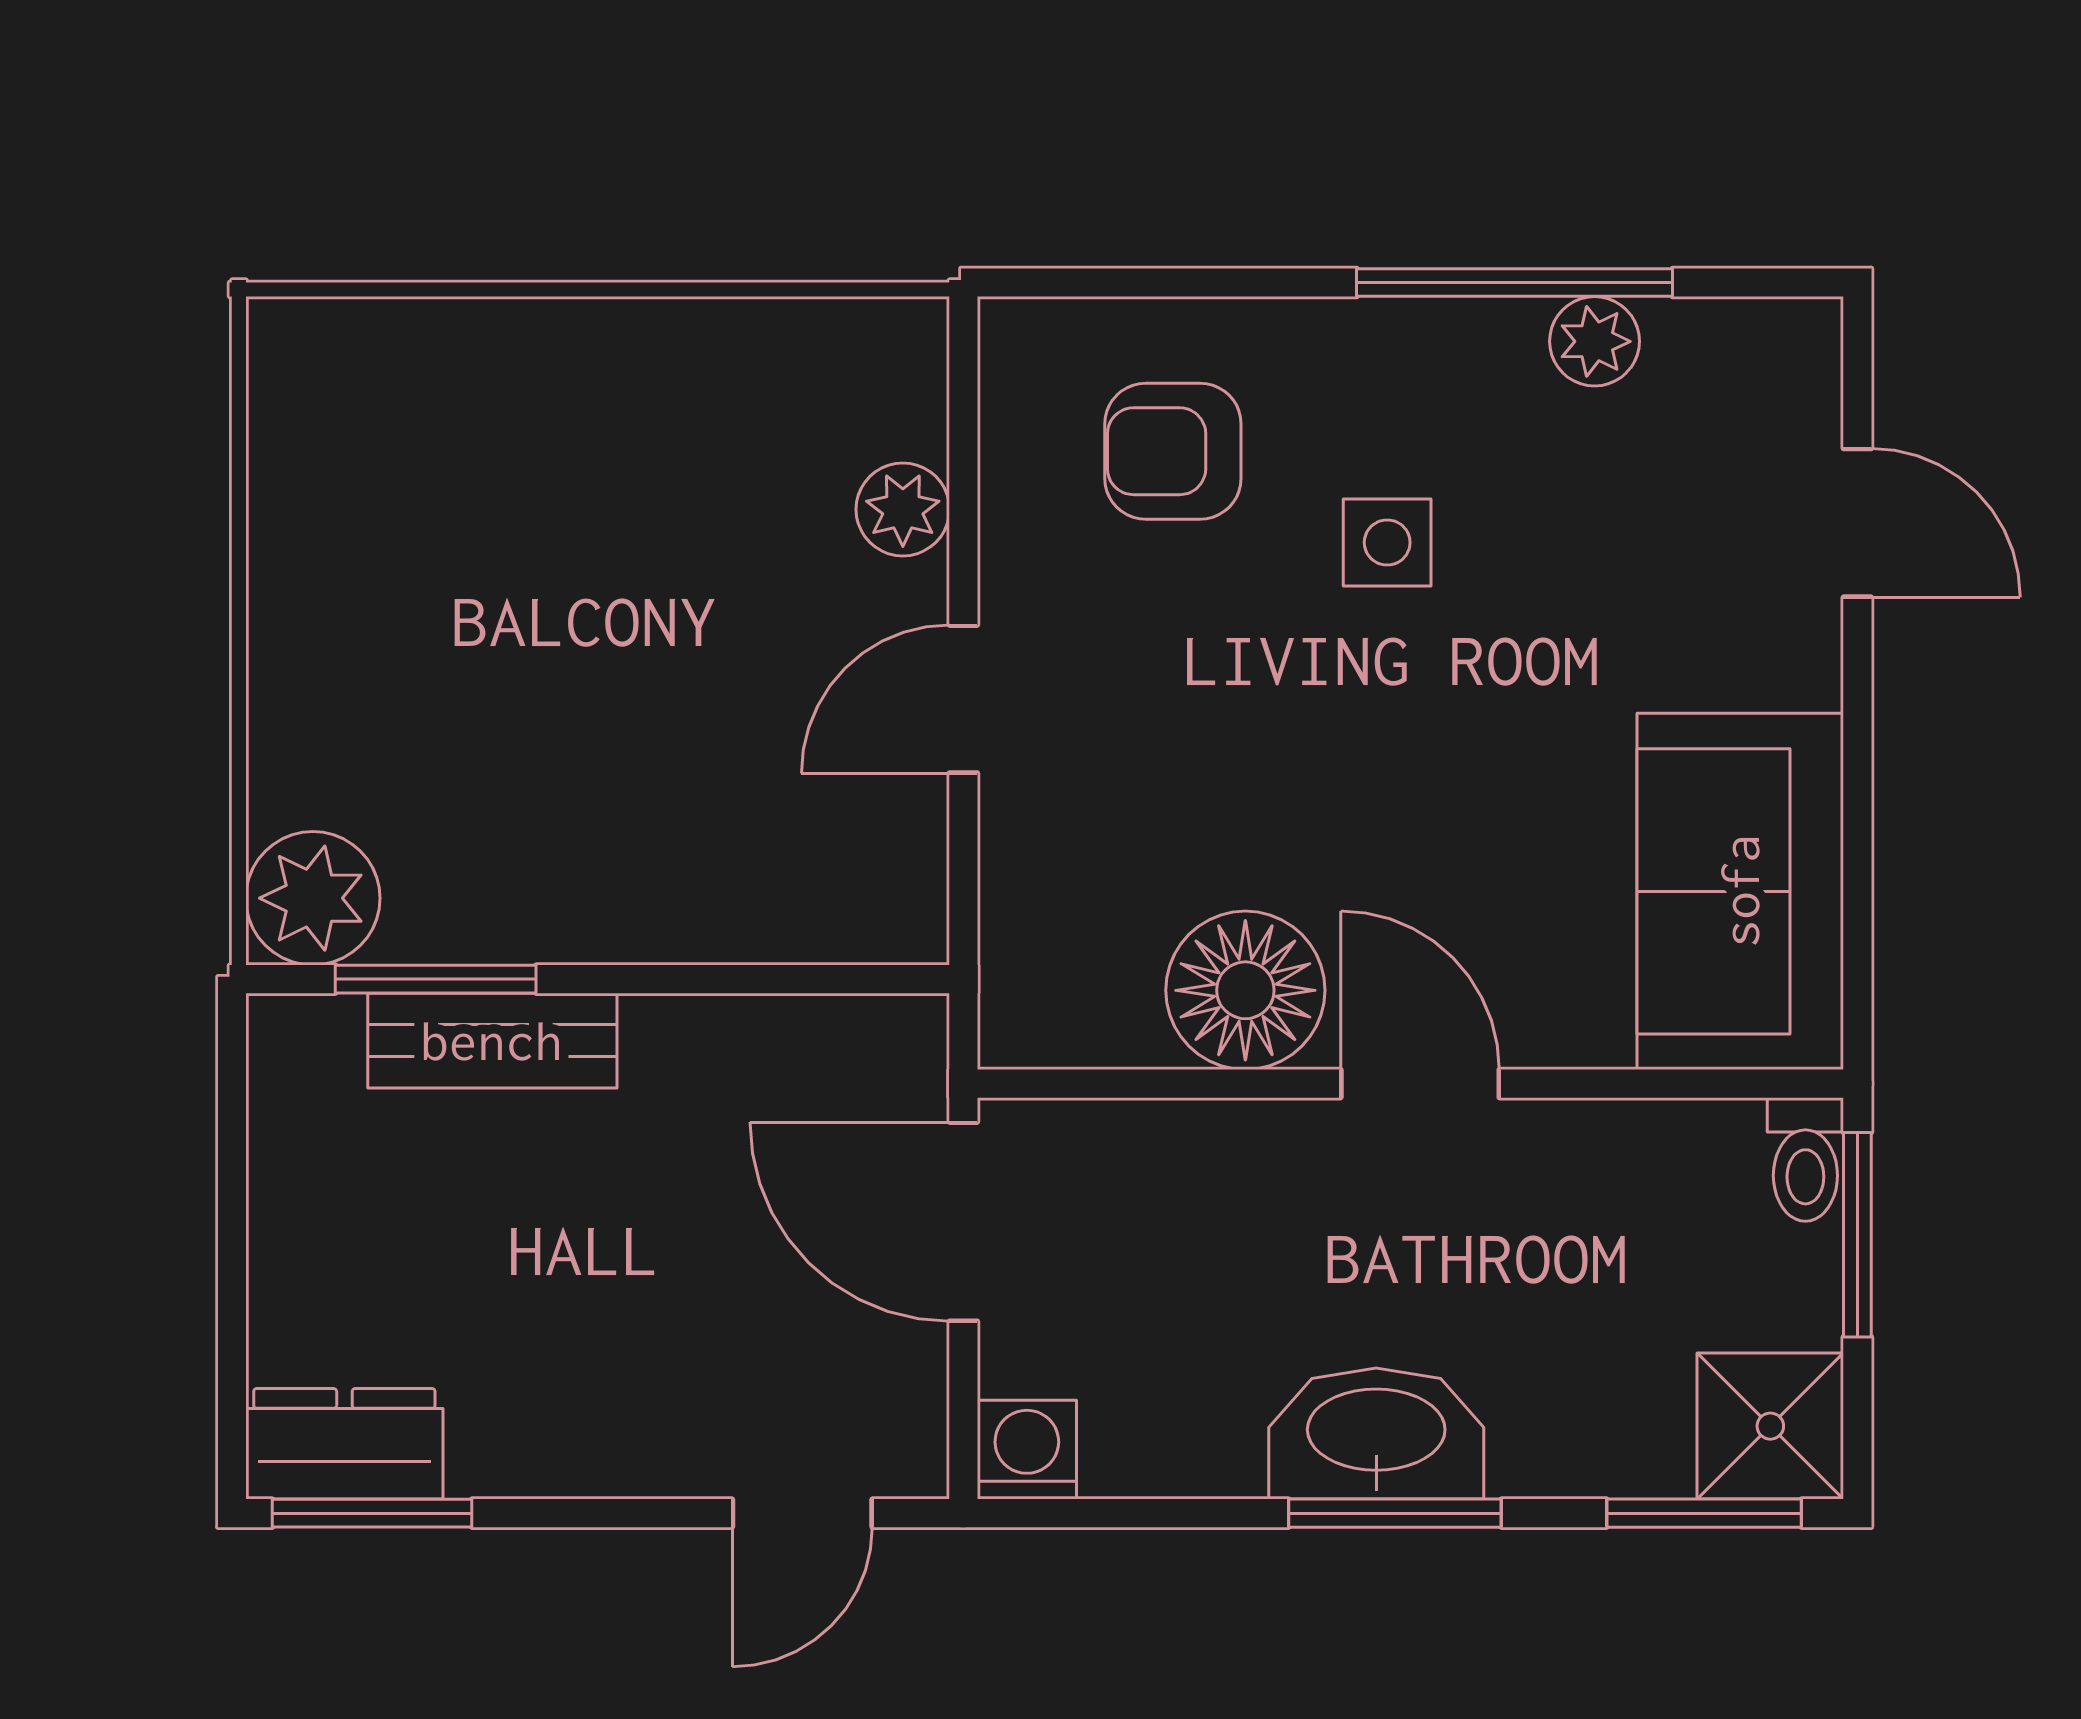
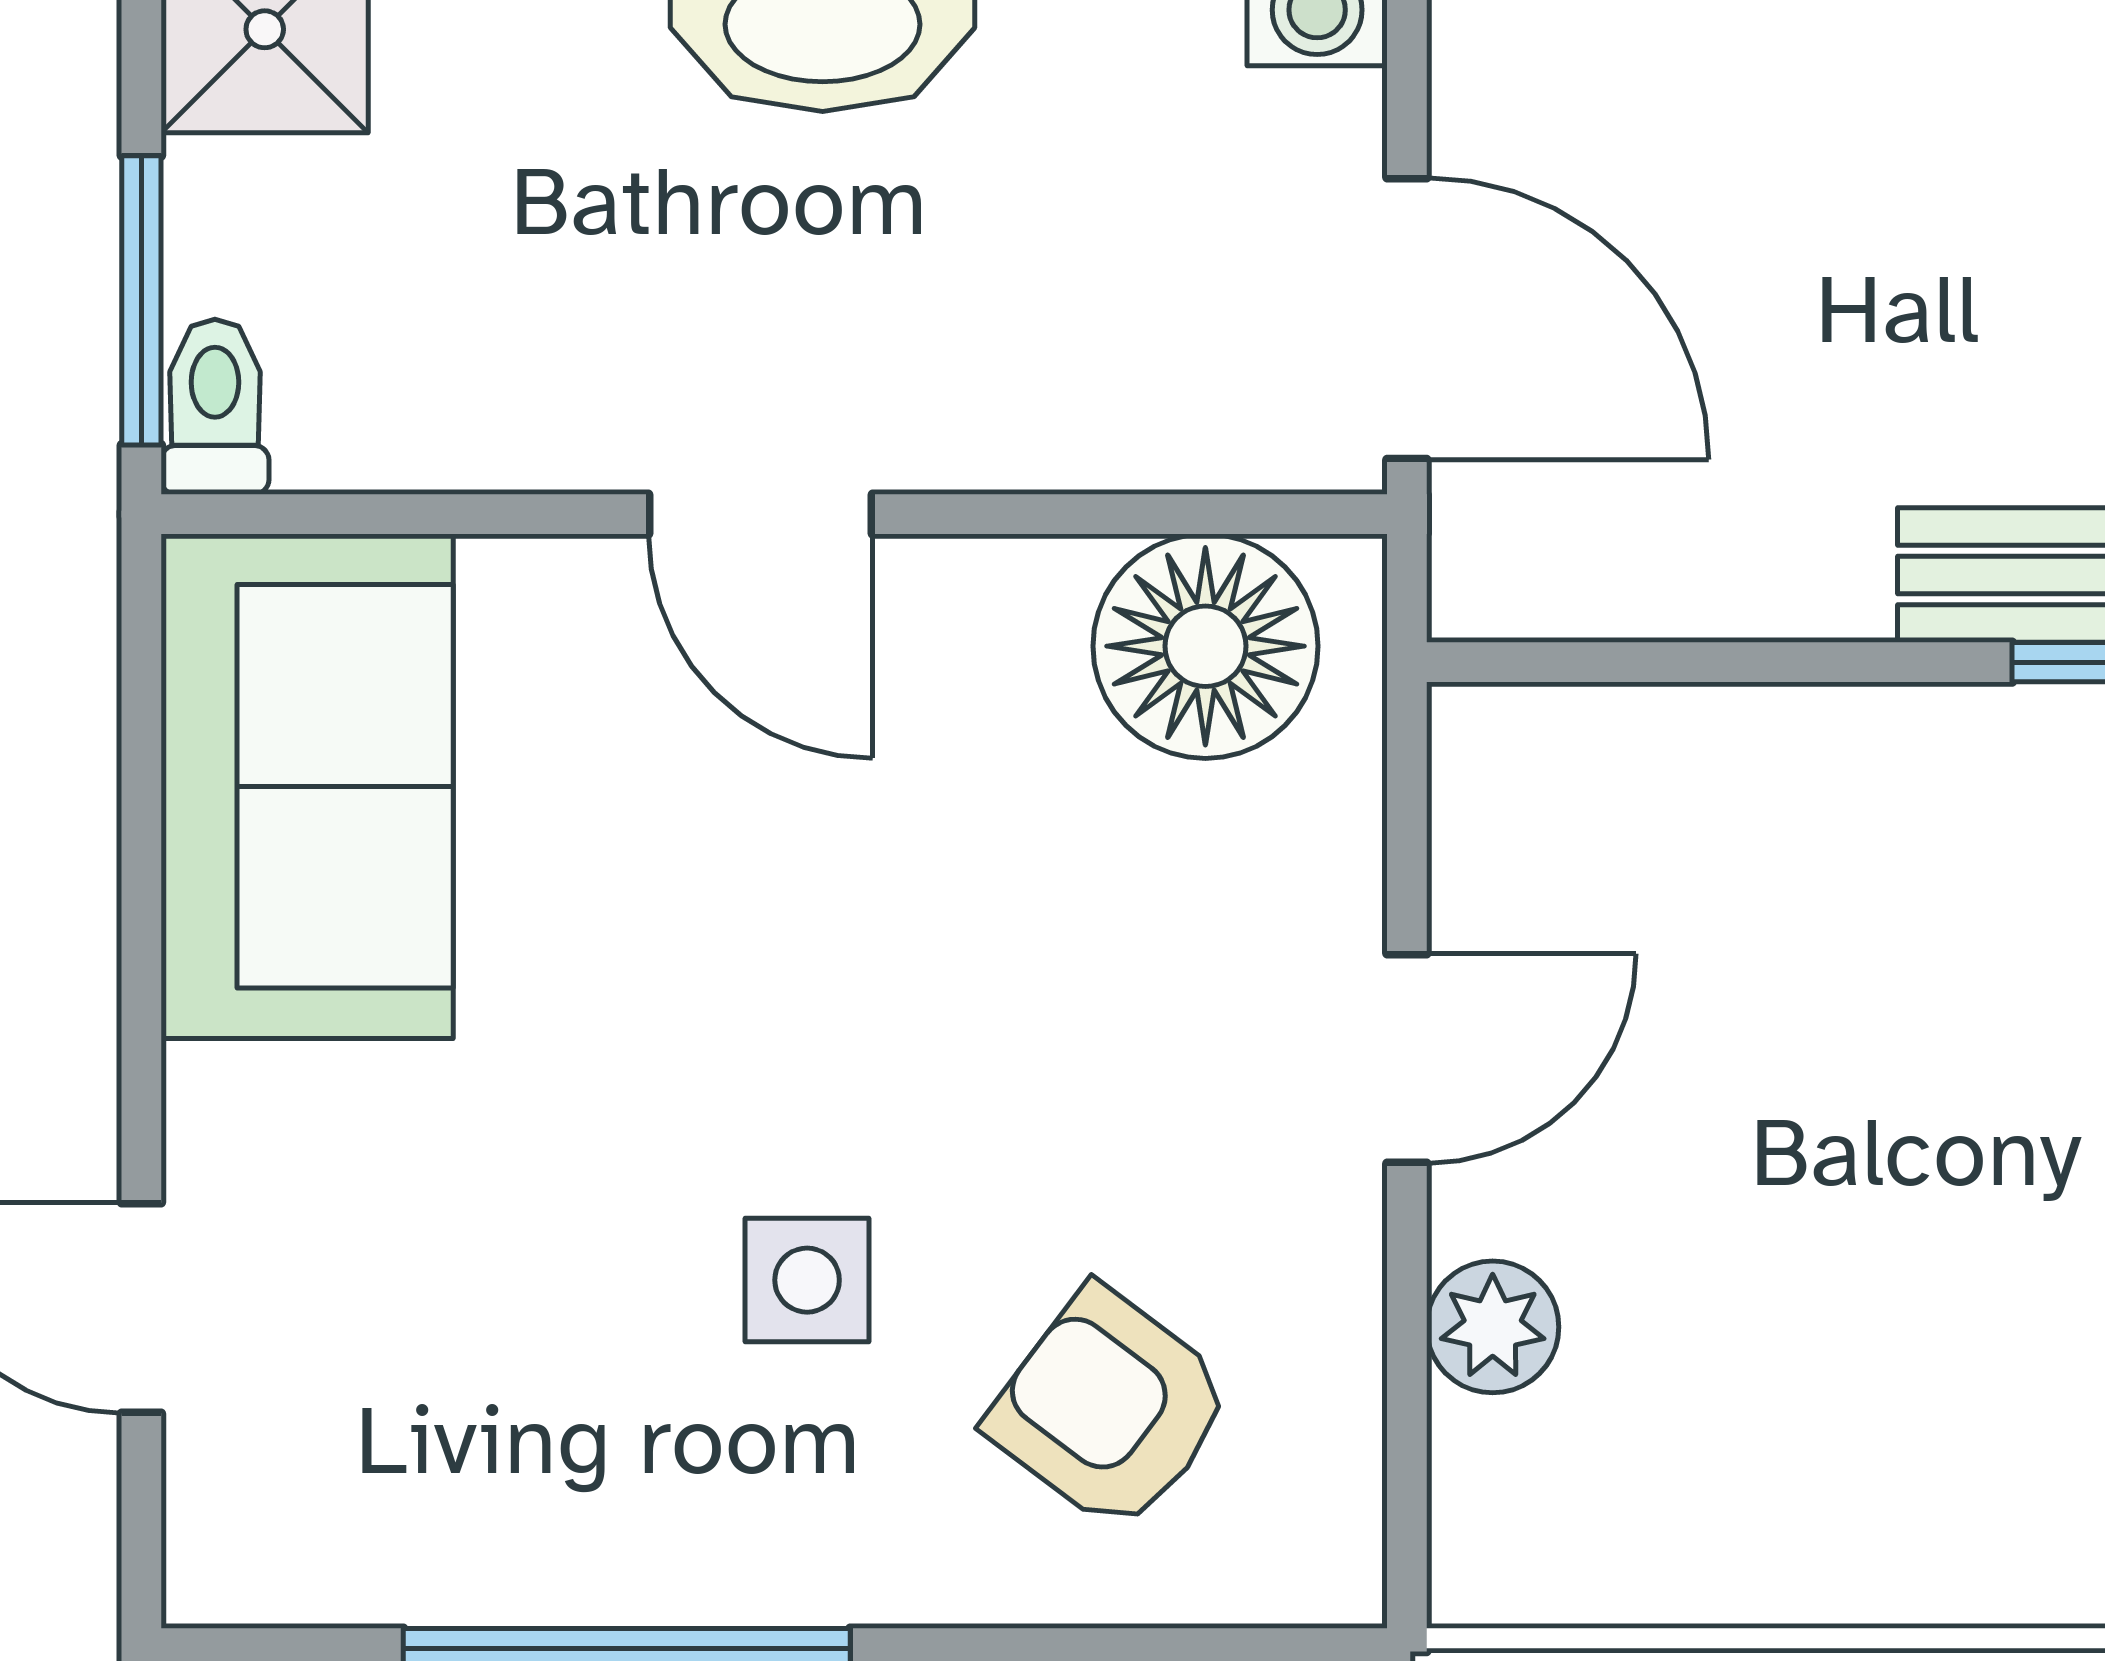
plant: (1595, 341) -> (513, 1565), removed
armchair: (1173, 451) -> (1110, 1409), turned -143
floor lamp: (1245, 990) -> (1205, 646), moved

